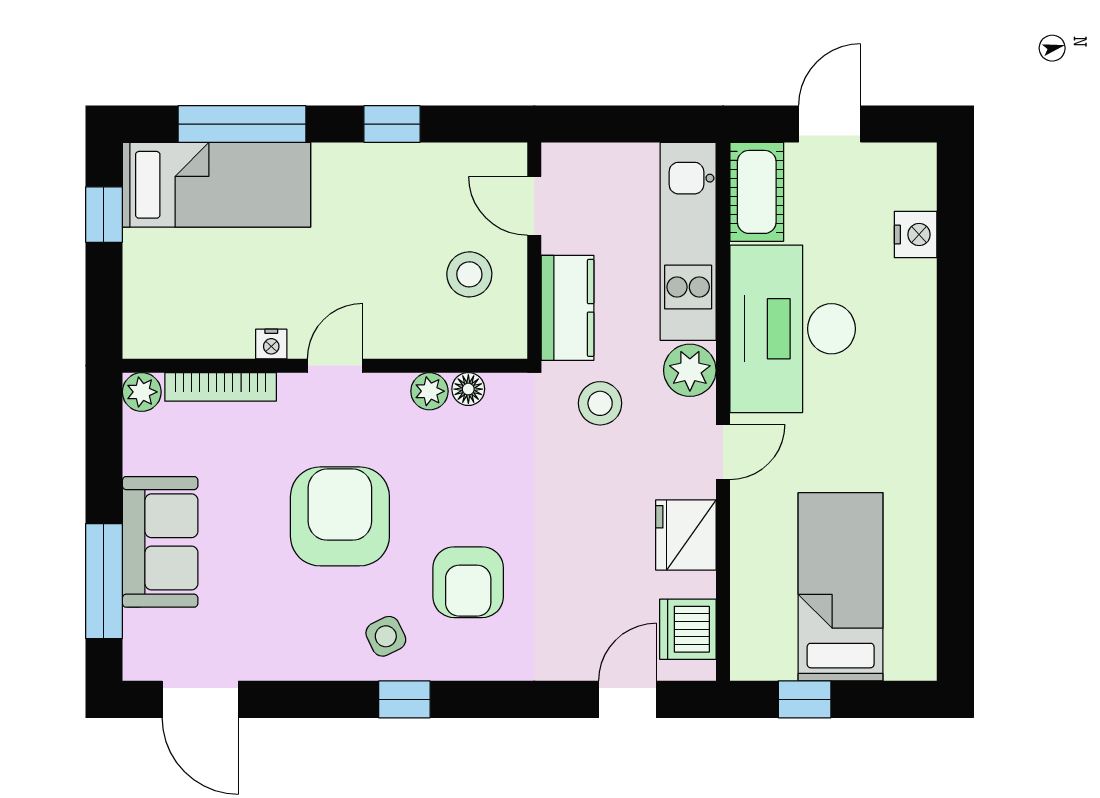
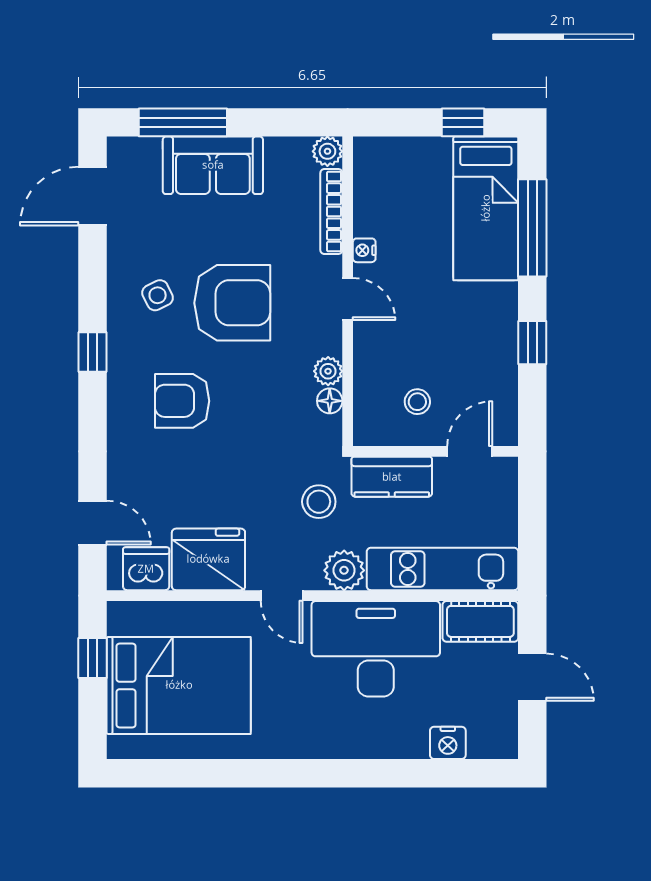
stool: (469, 274) -> (417, 402), width x0.73, depth x0.73
fridge: (686, 535) -> (208, 559), width x1.36, depth x1.34
bed: (841, 587) -> (179, 685), width x1.50
side table: (386, 636) -> (158, 295), moved

